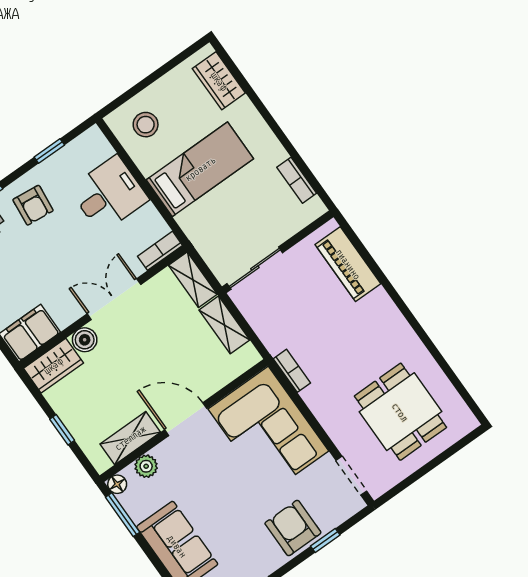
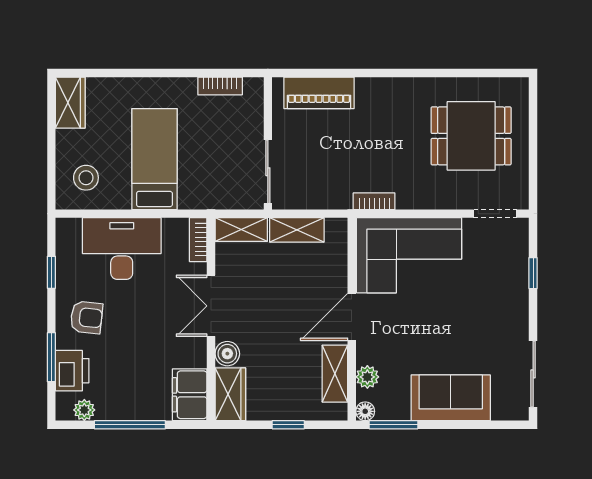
wardrobe: (219, 81) -> (70, 103), moved, turned -90
desk: (109, 194) -> (122, 249), width x1.37
armchair: (293, 528) -> (504, 292), removed

